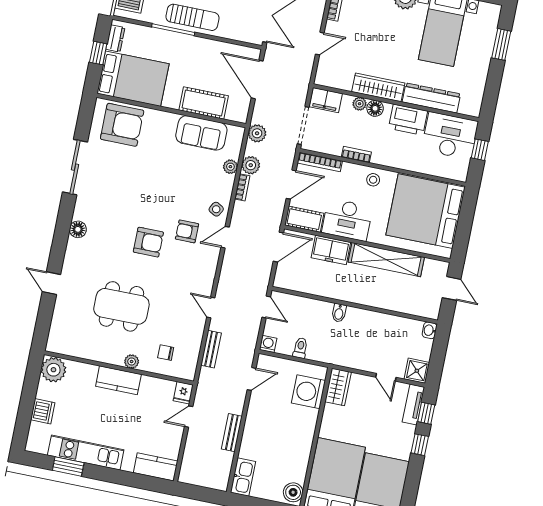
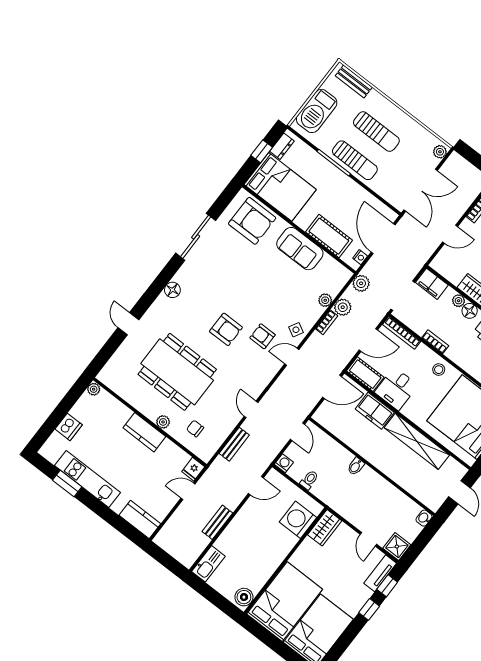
nightstand: (244, 108) -> (360, 257), added
sofa: (201, 133) -> (300, 249), moved
desk: (347, 220) -> (396, 389), width x0.73
dining table: (121, 306) -> (177, 372), width x1.36, depth x1.24
plant: (53, 370) -> (94, 389), width x0.53, depth x0.53

